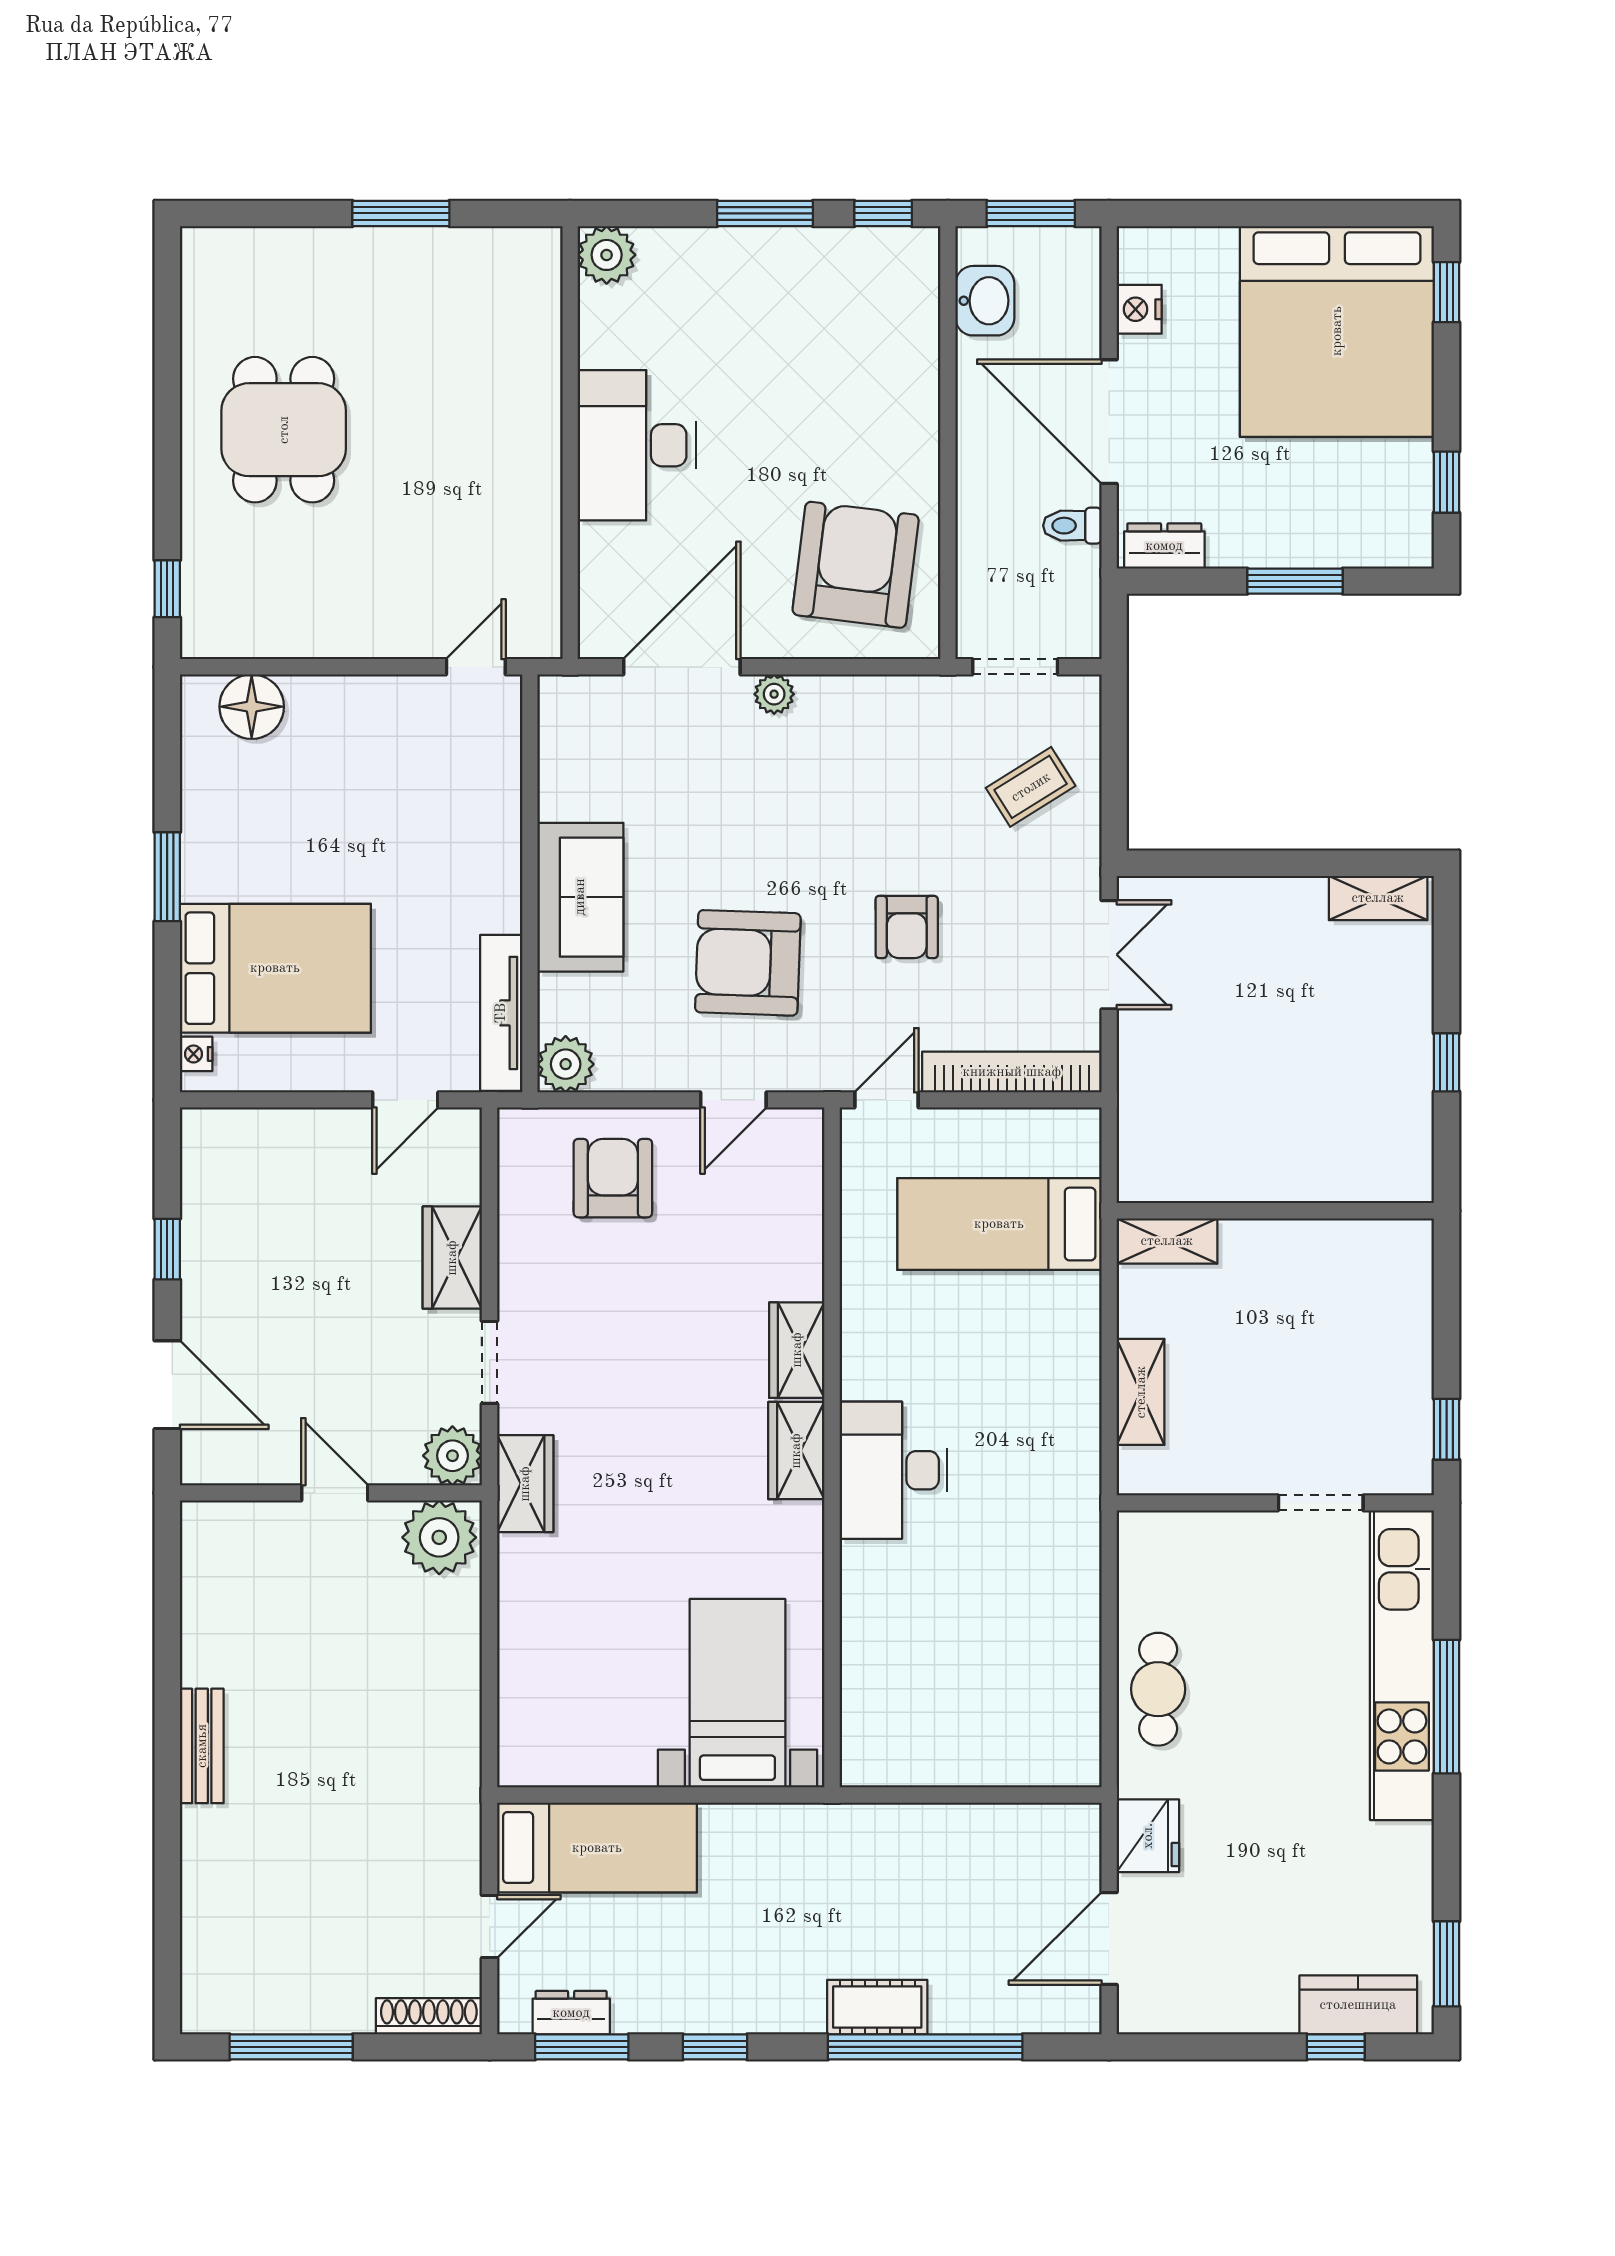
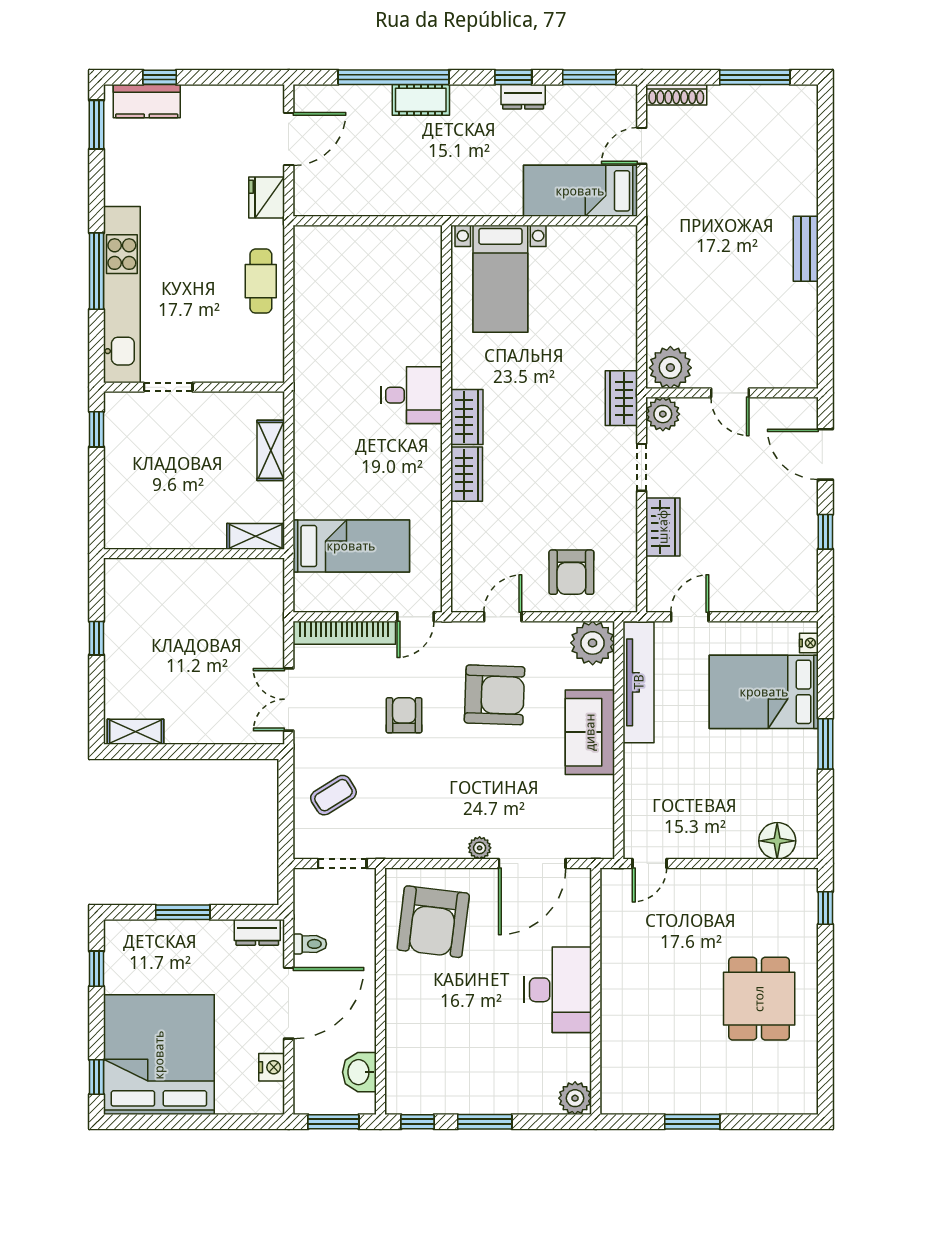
door: (1109, 422) -> (289, 1003), hinge flipped
tv unit: (501, 1013) -> (639, 682), width x1.36, depth x1.29
plant: (566, 1064) -> (593, 643), width x1.36, depth x1.36
desk: (893, 1470) -> (412, 395), width x0.73
dresser: (571, 2013) -> (523, 97), moved

